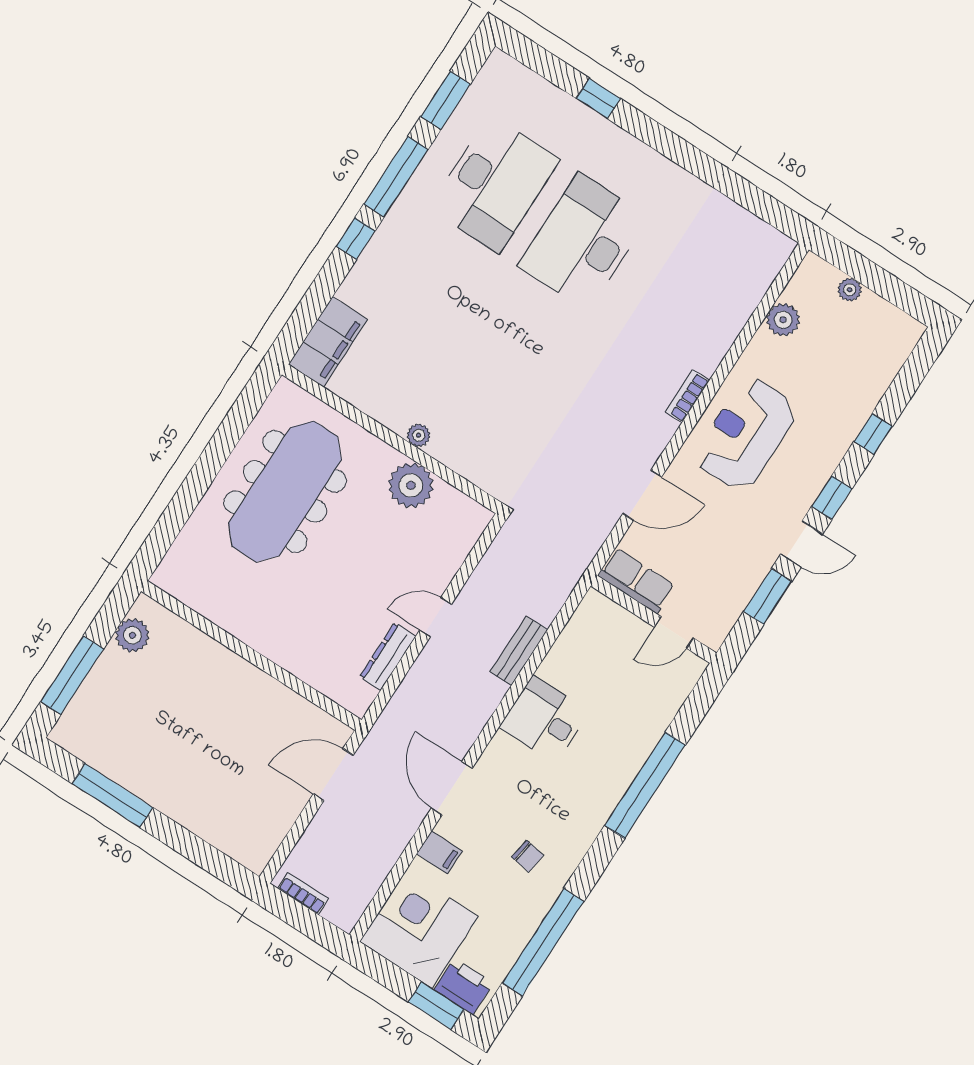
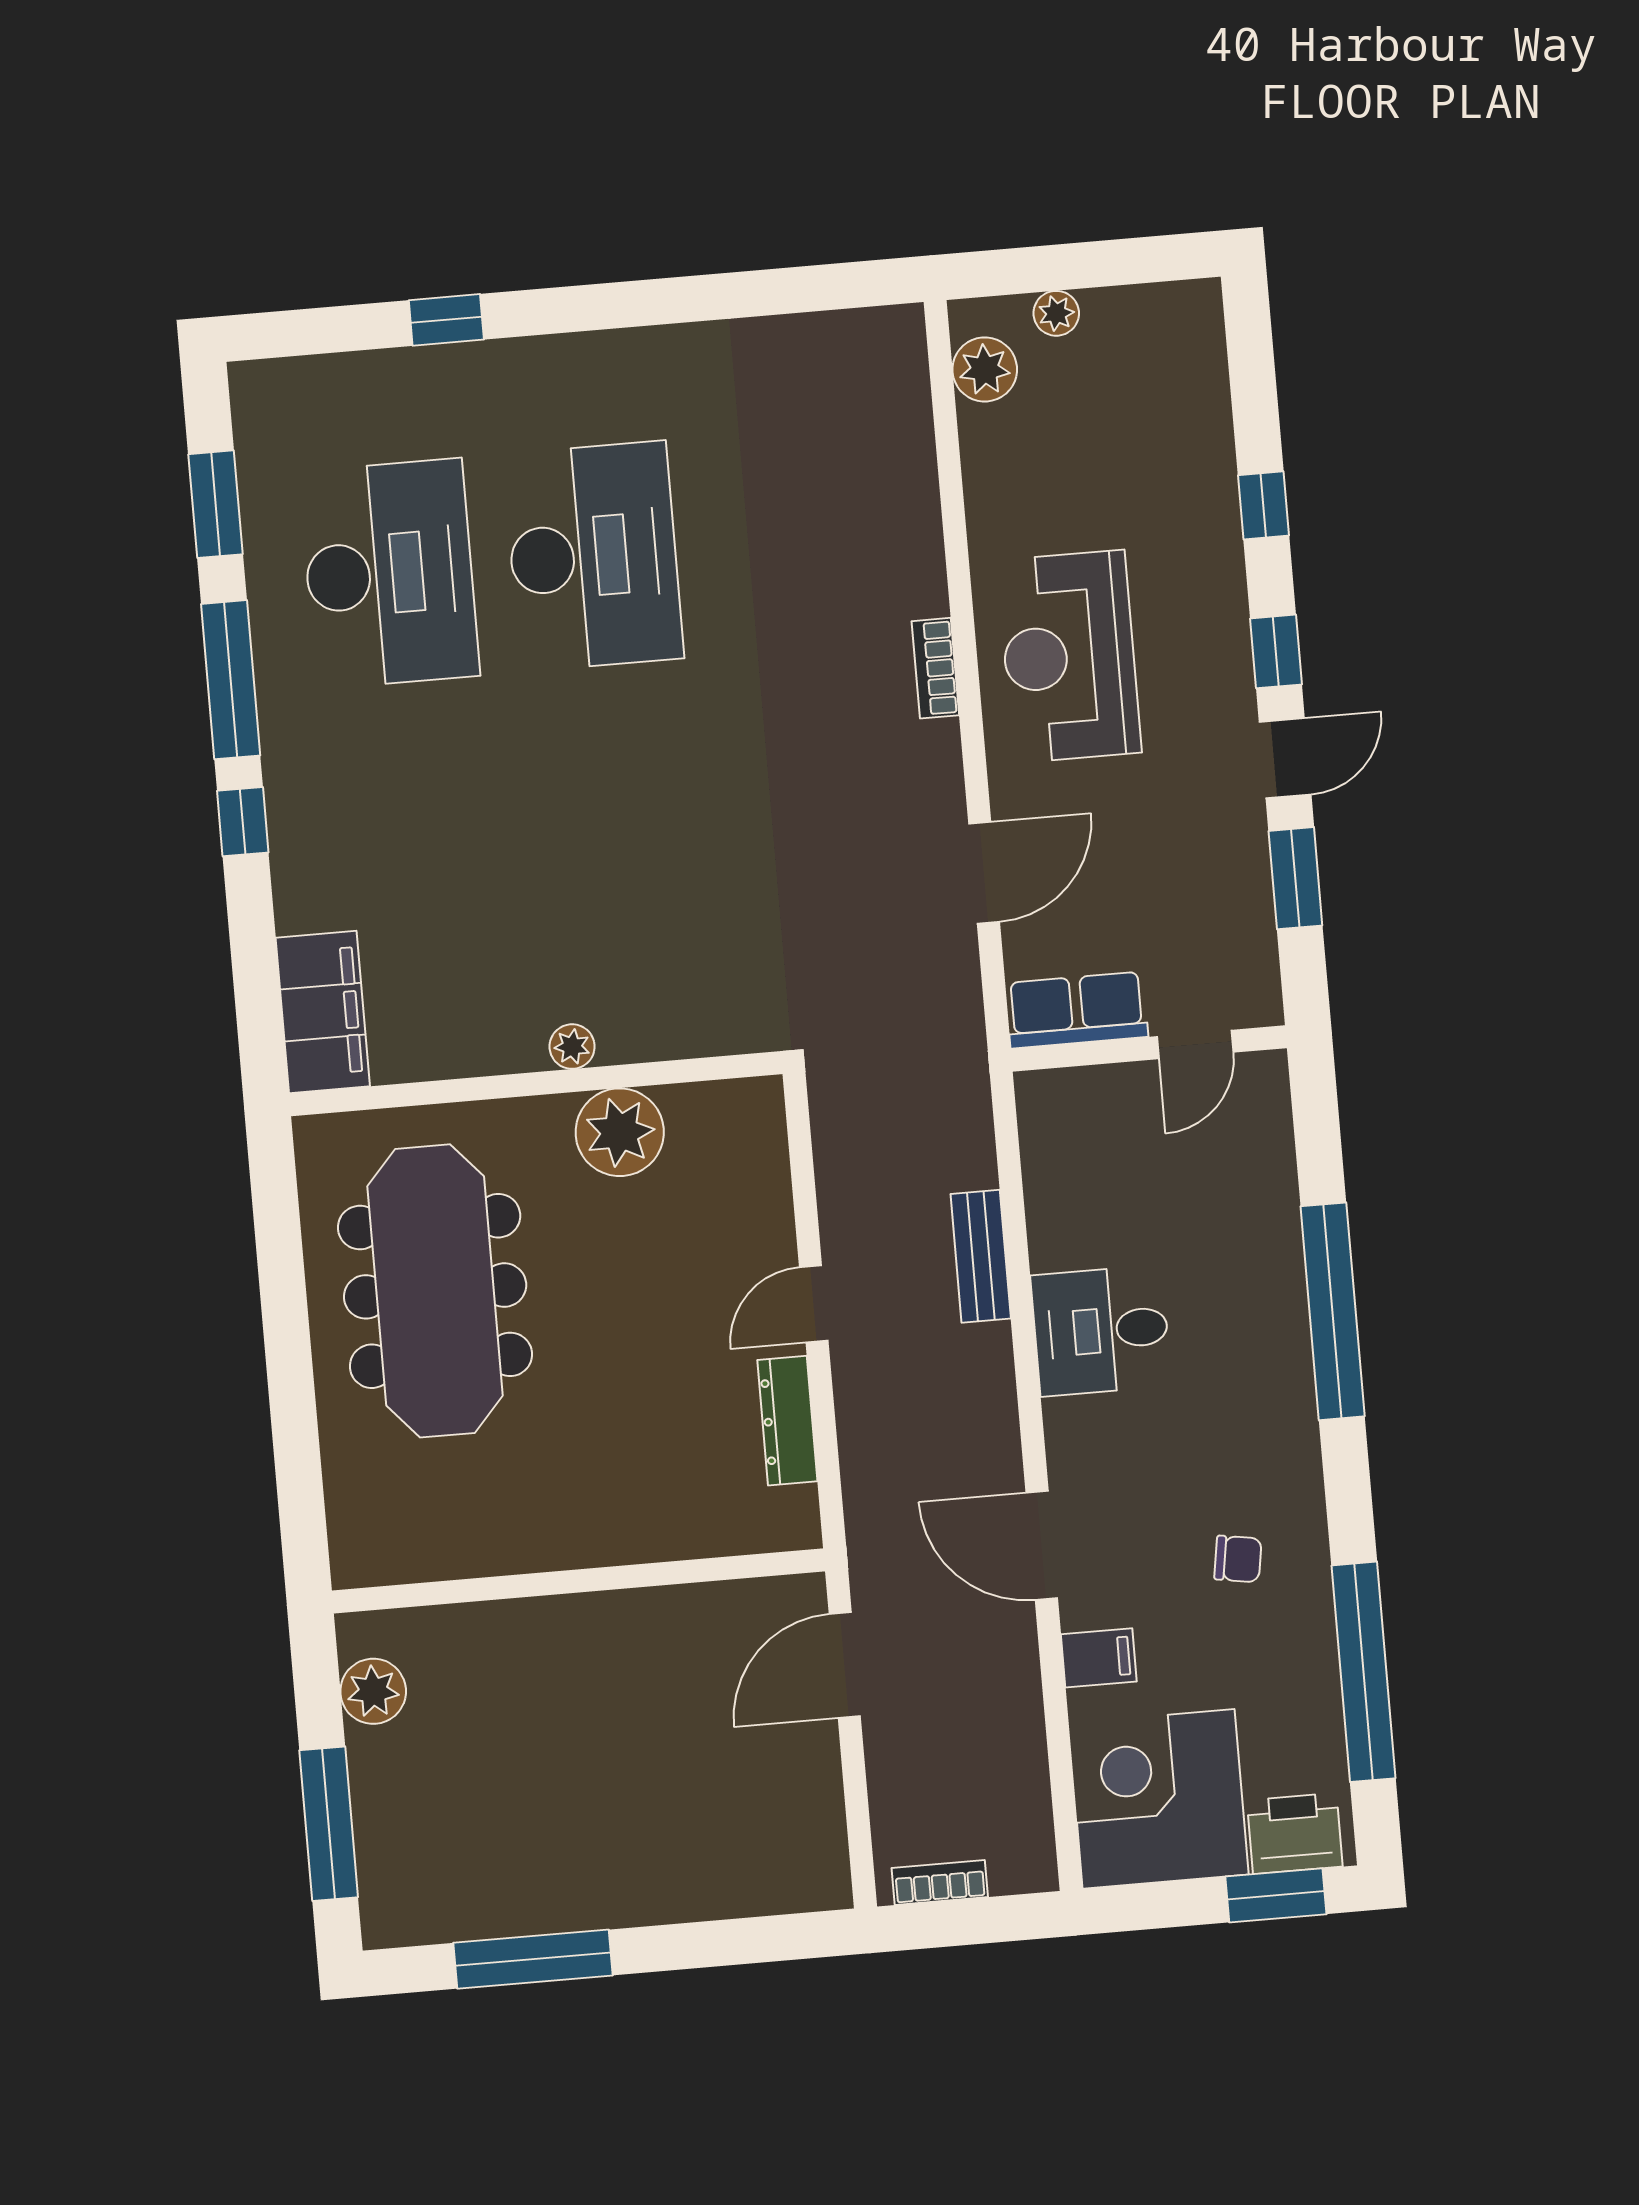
desk: (583, 242) -> (593, 556), turned 180
plant: (783, 320) -> (985, 369), moved

